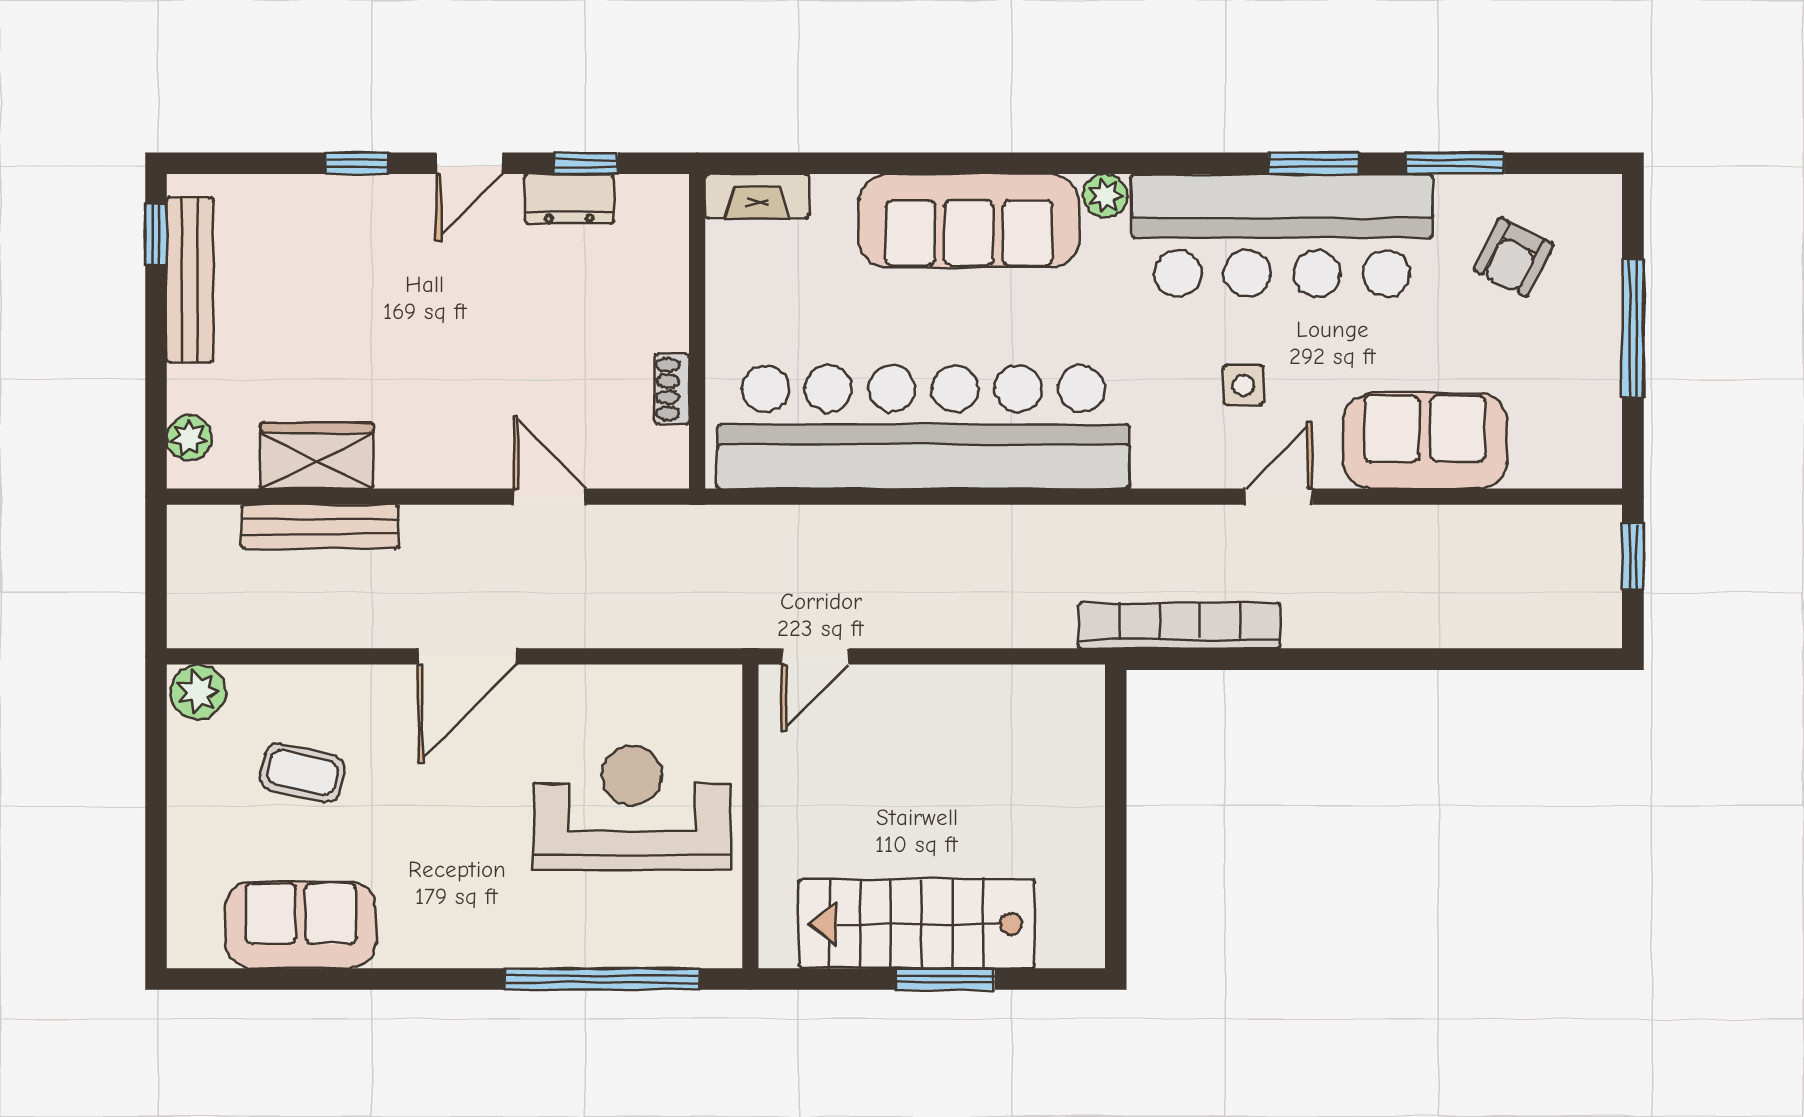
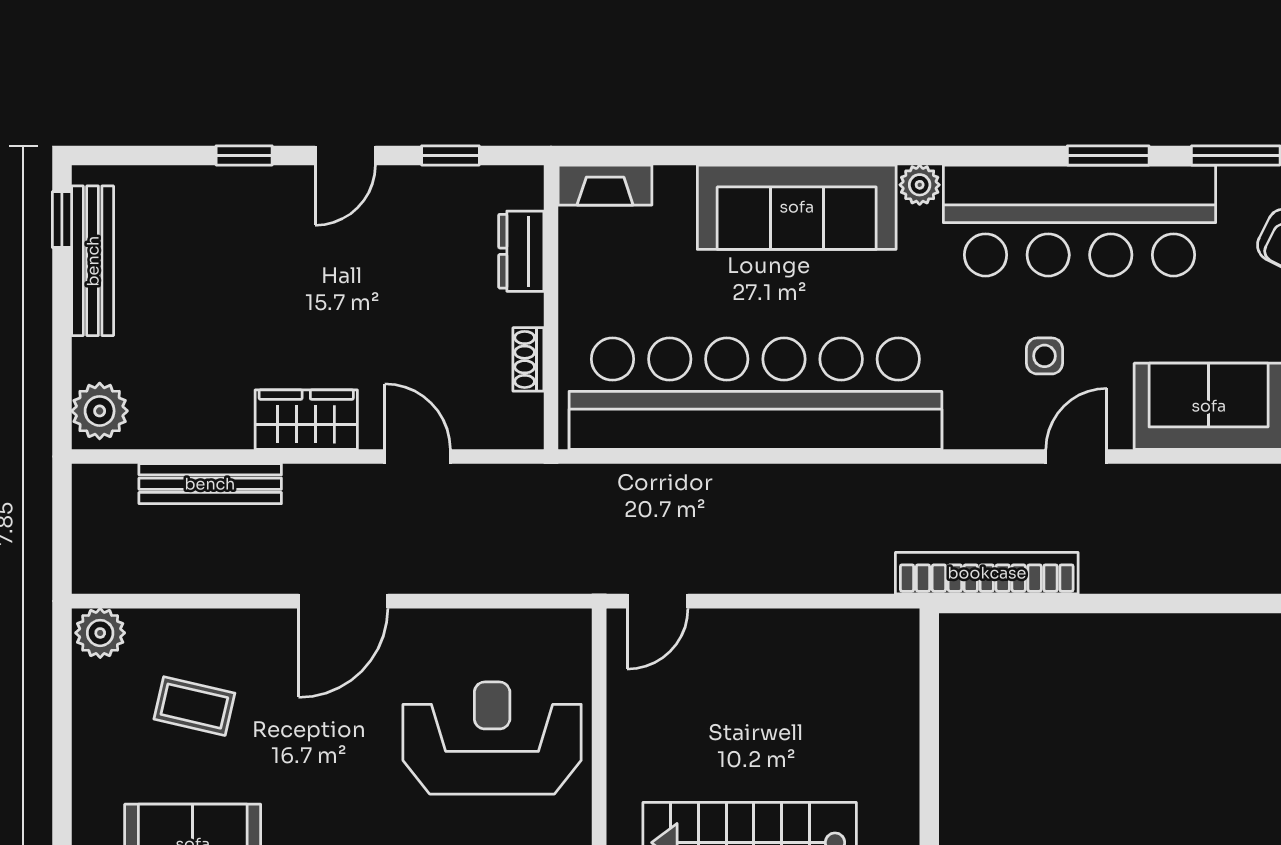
dresser: (569, 199) -> (521, 251), moved, turned 90
plant: (189, 438) -> (100, 411), width x1.38, depth x1.38
wardrobe: (317, 456) -> (306, 420), moved

